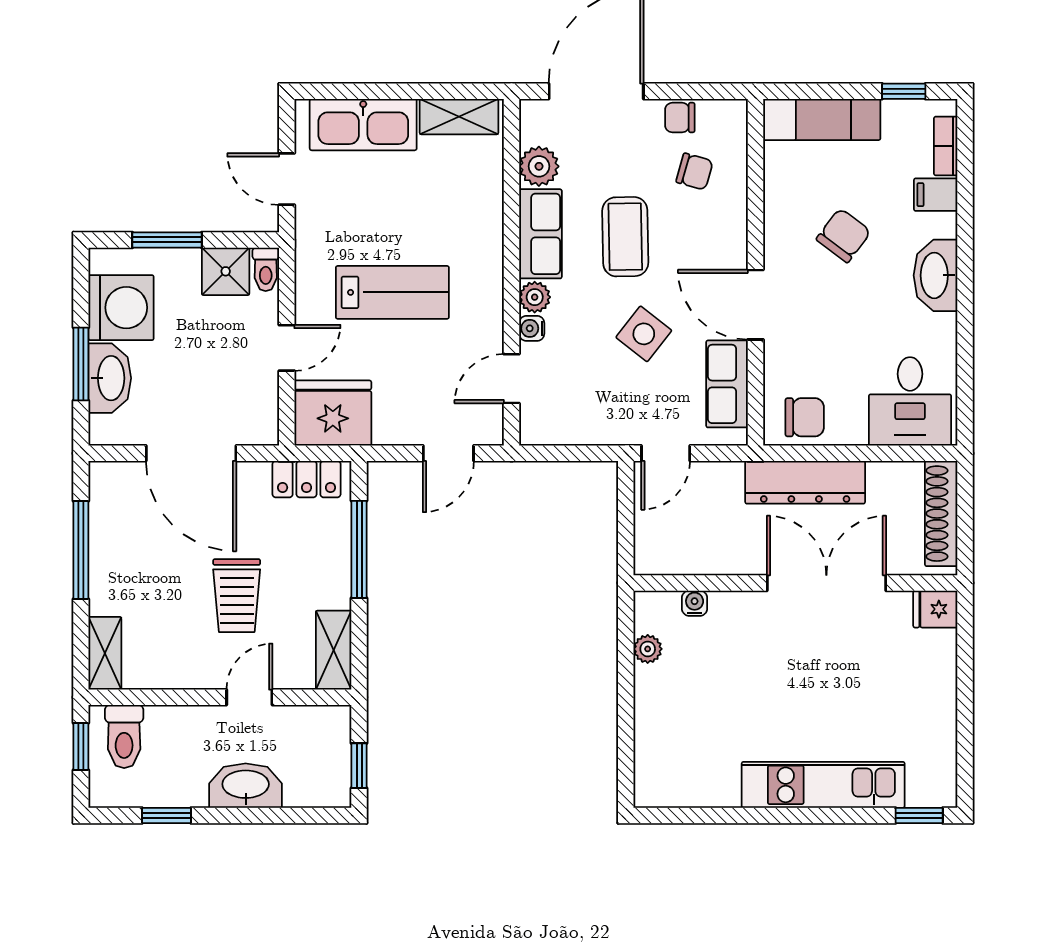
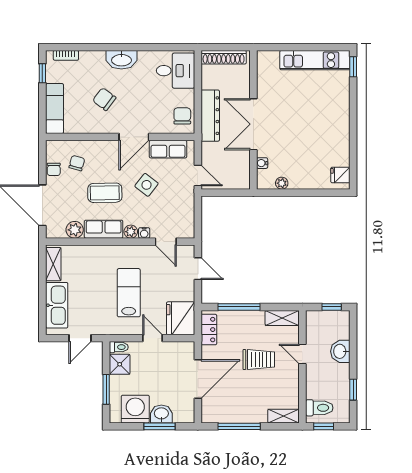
filing cabinet: (936, 195) -> (87, 60), removed
washbasin: (110, 378) -> (161, 414), width x0.72
double door: (826, 583) -> (253, 124), moved
fridge: (935, 609) -> (340, 175), moved, turned 90
kitchen unit: (823, 785) -> (315, 60), moved, turned -90
washbasin: (246, 786) -> (340, 351), width x0.72

